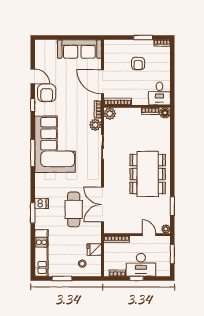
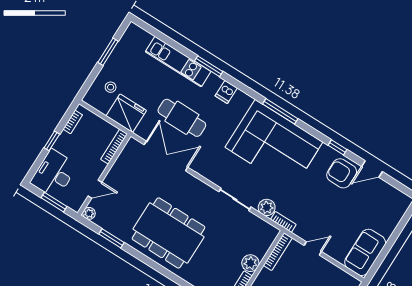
sofa: (79, 49) -> (365, 252), width x0.73
door: (103, 82) -> (313, 248), width x0.53
plant: (110, 114) -> (250, 263), moved
dishwasher: (42, 203) -> (226, 92), moved
fridge: (94, 250) -> (126, 113), width x1.88, depth x1.34
kitchen unit: (41, 253) -> (178, 62), moved
desk: (141, 265) -> (54, 174), moved

